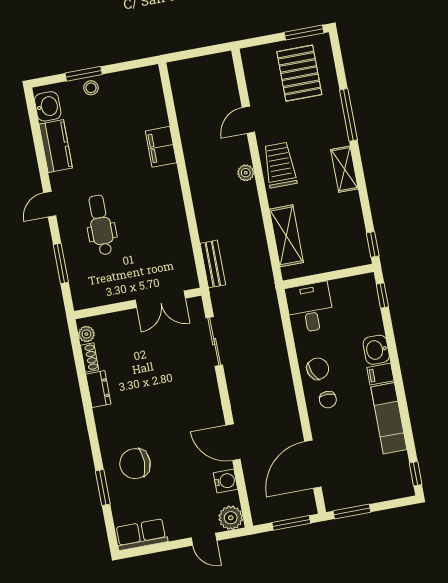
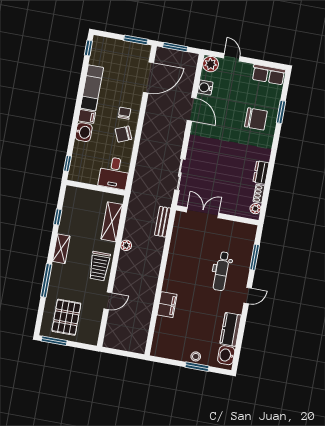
plant: (246, 173) -> (126, 245), moved
window: (373, 244) -> (58, 217), moved

